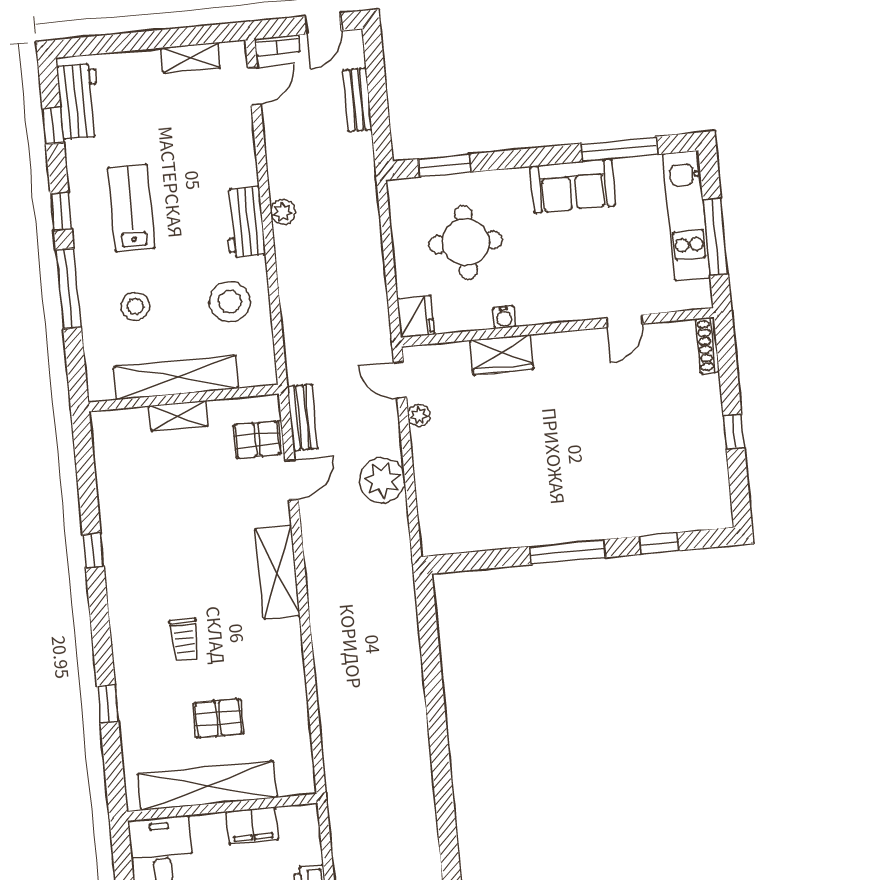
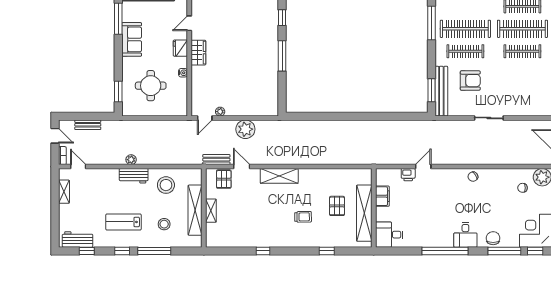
fridge: (416, 316) -> (180, 48), moved, turned -90
door: (624, 321) -> (189, 23), swing flipped
wardrobe: (502, 355) -> (198, 53), moved

